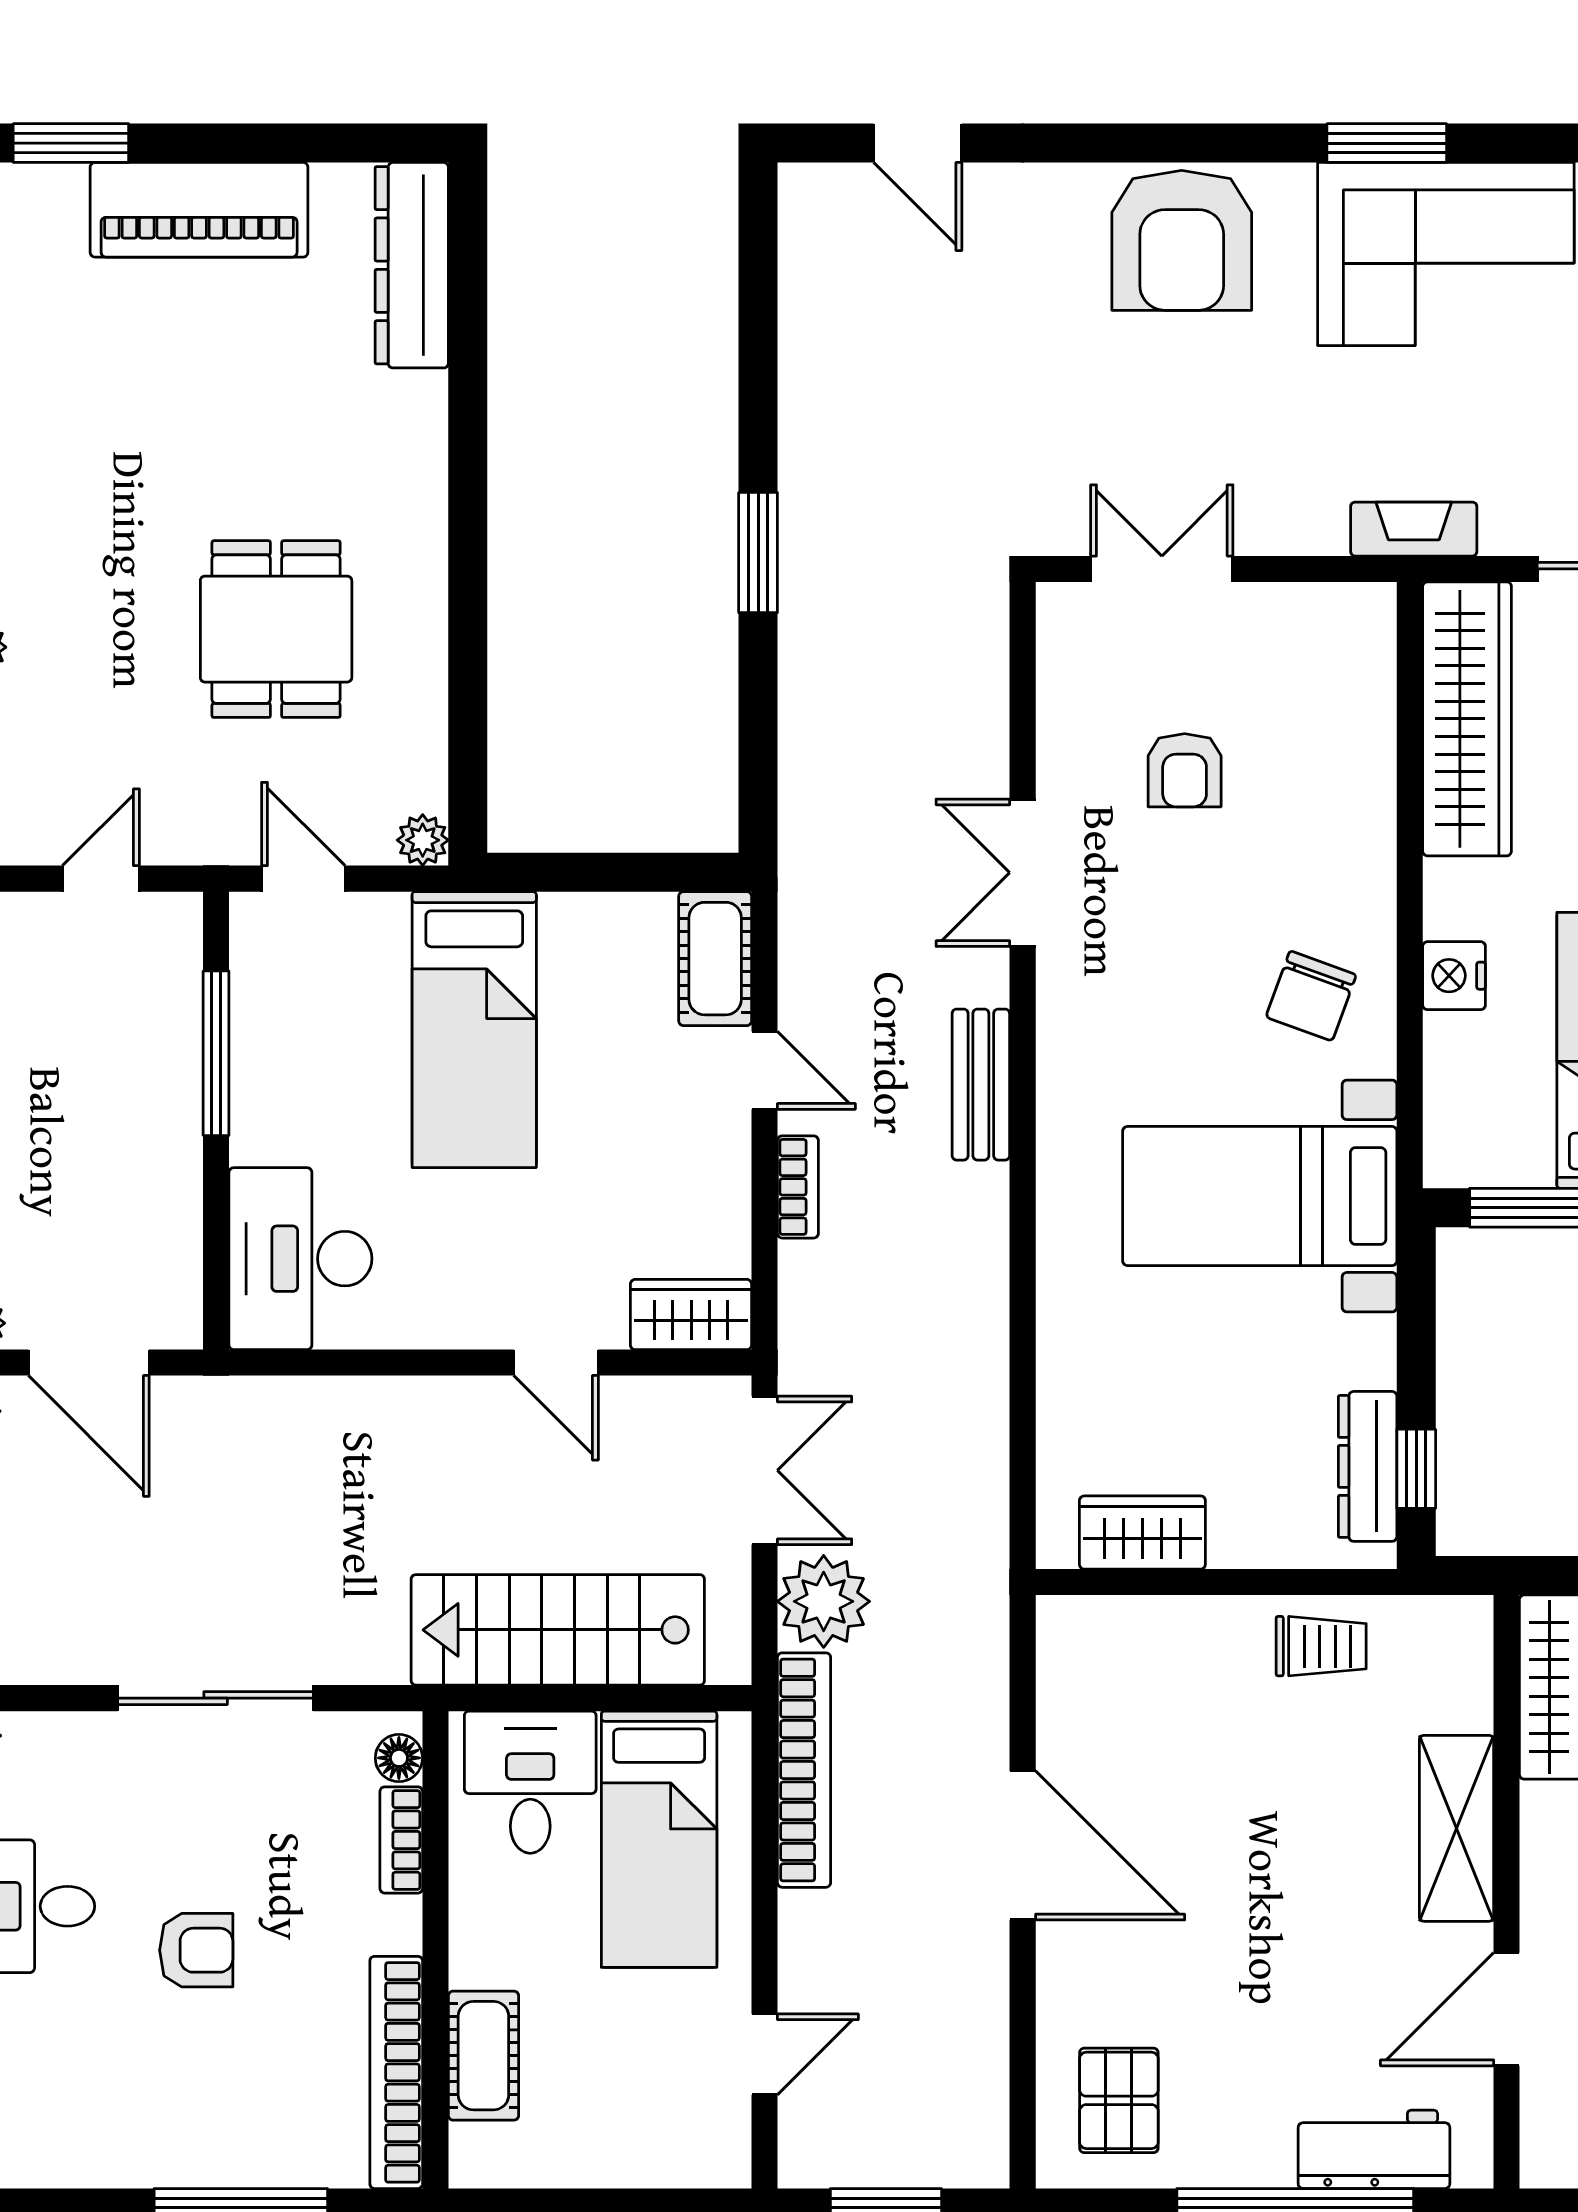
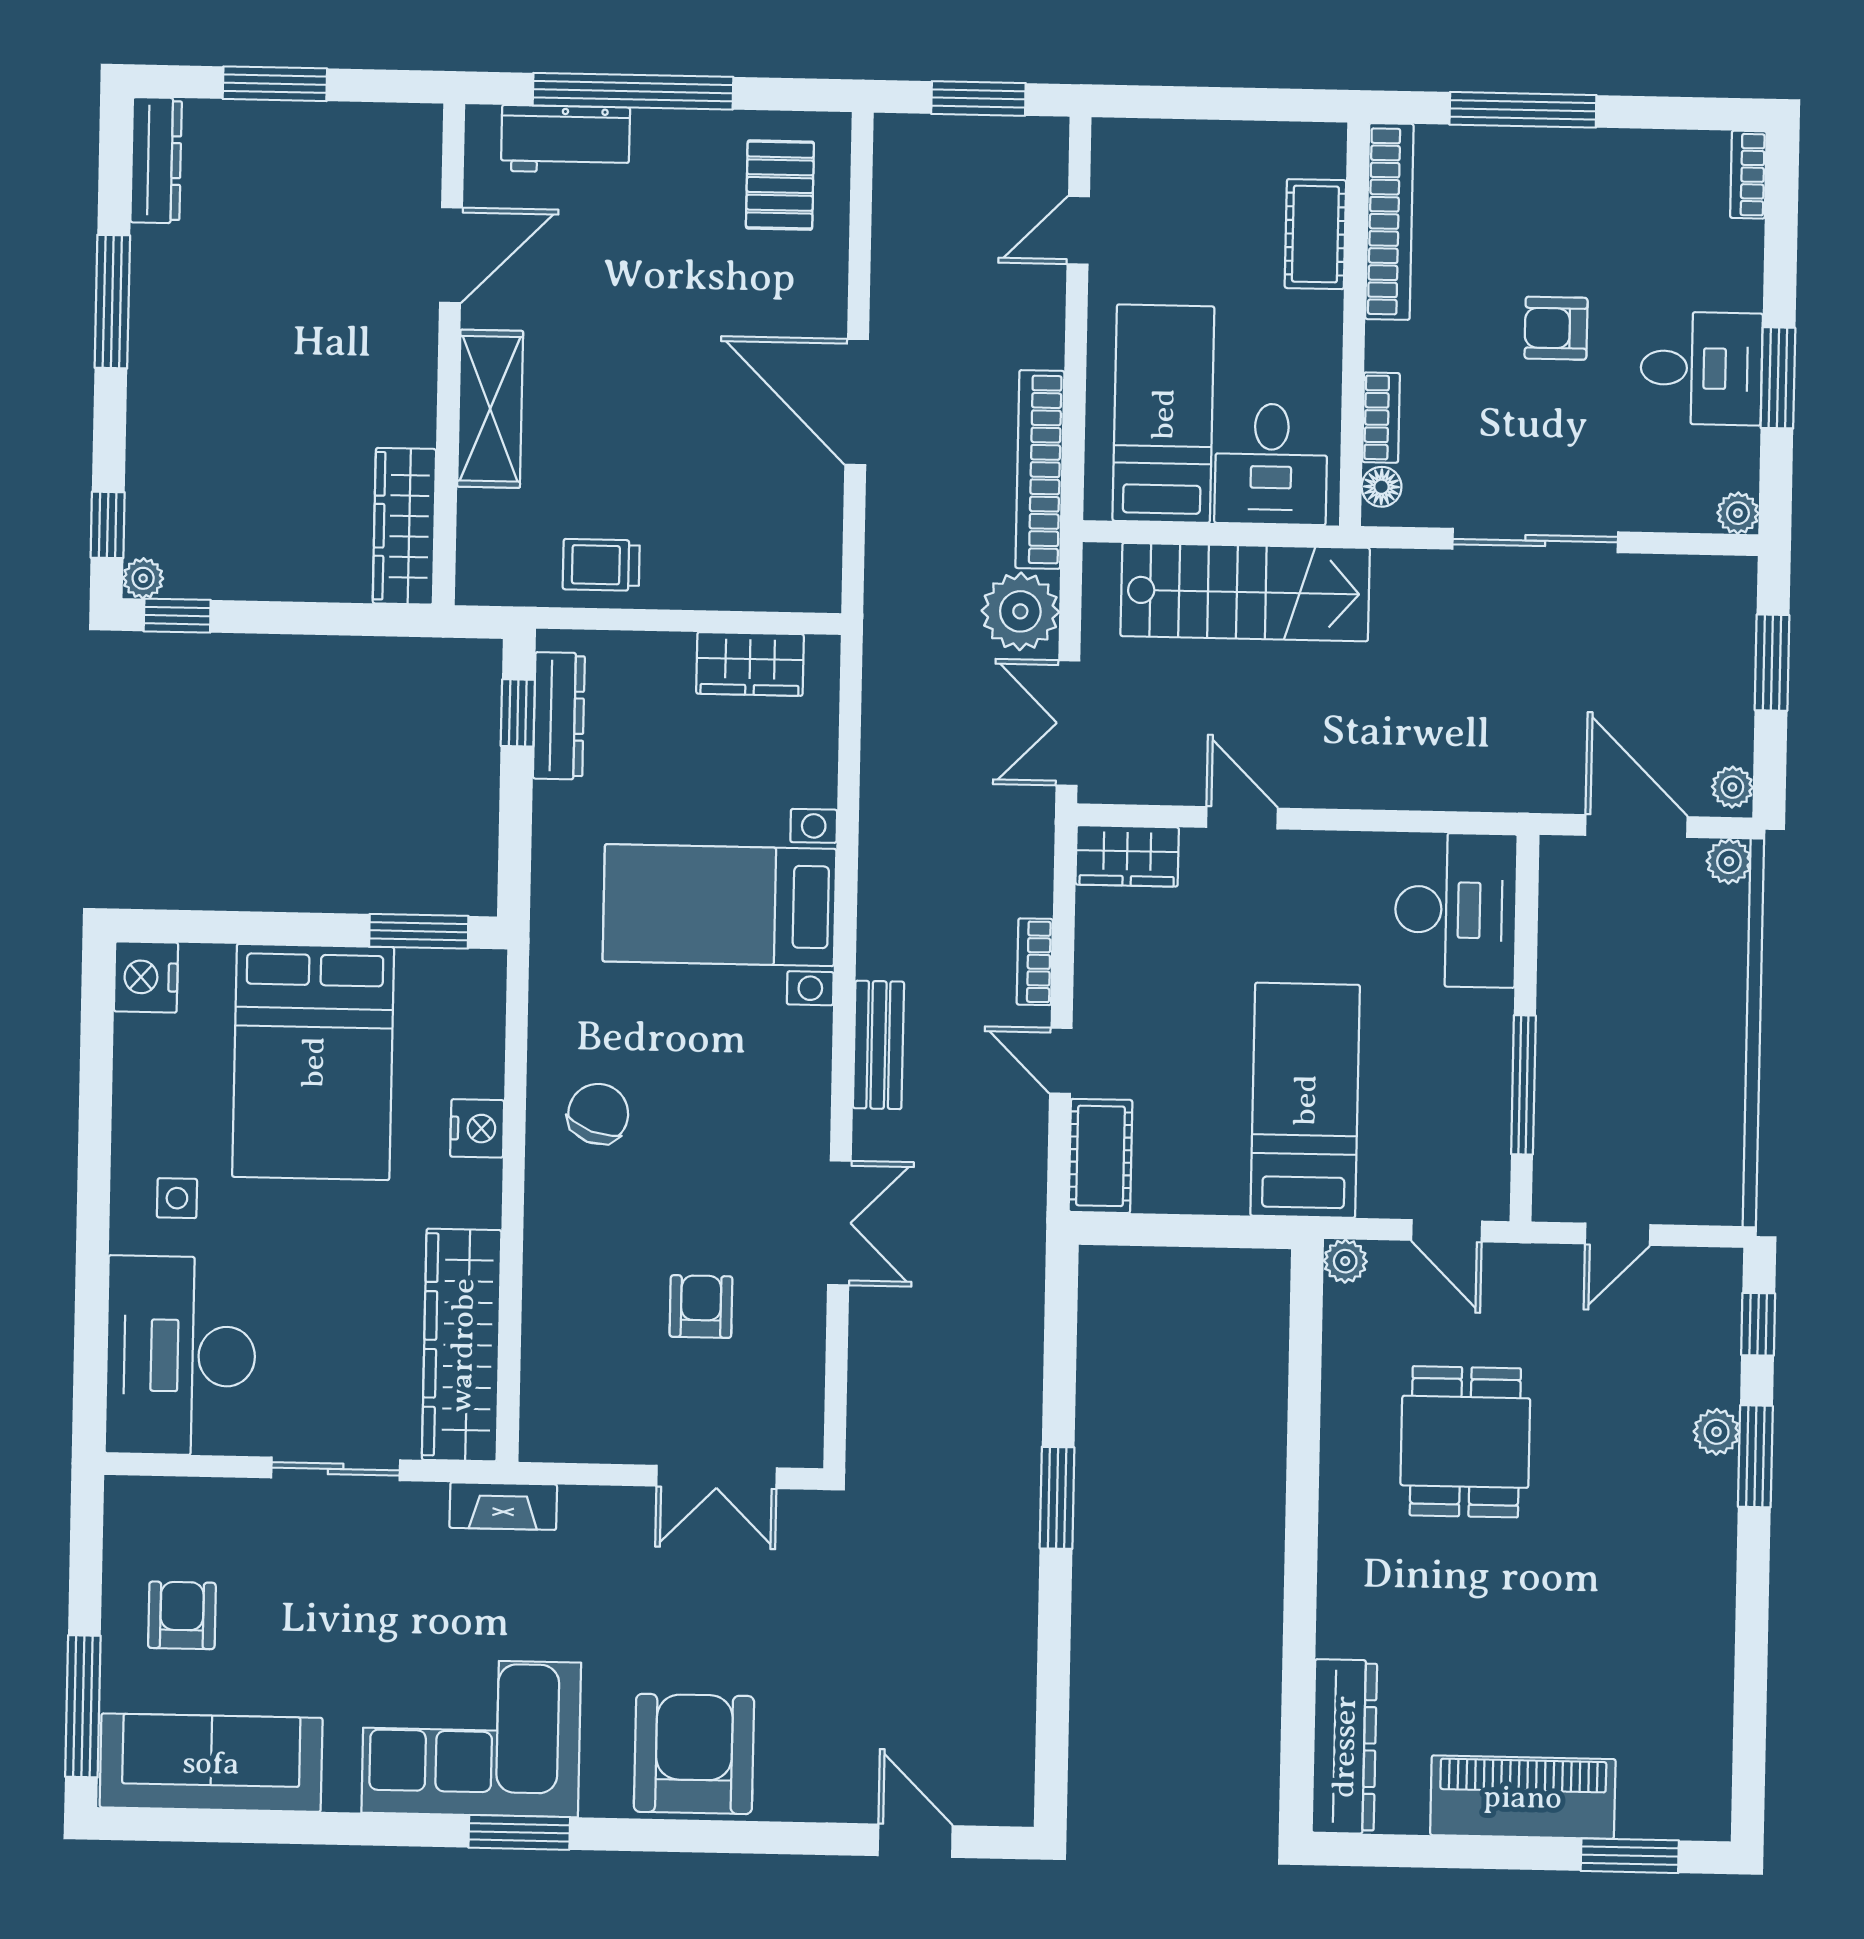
bed with nightstands: (1260, 1196) -> (719, 905), moved, turned 180

